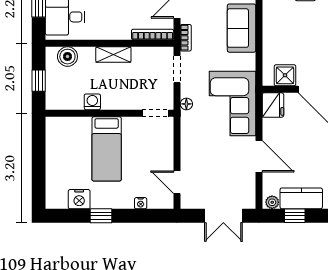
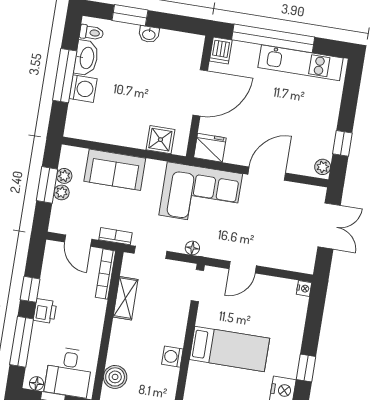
shelving: (113, 55) -> (125, 298), moved
shower: (285, 75) -> (160, 140), moved
door: (177, 182) -> (243, 267), moved
kitchen counter: (301, 198) -> (324, 132), removed
nightstand: (141, 203) -> (304, 288), moved

